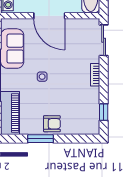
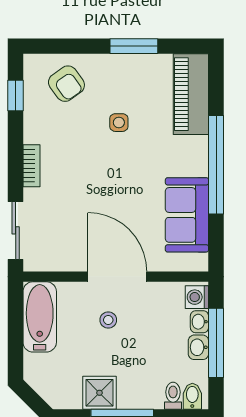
side table: (42, 77) -> (119, 123), moved
armchair: (52, 124) -> (66, 84), moved, turned -126

